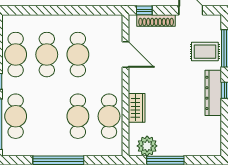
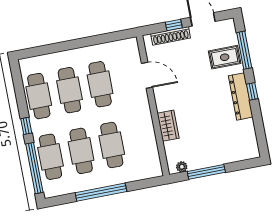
window: (144, 10) -> (174, 25), moved
cafe table: (109, 116) -> (81, 151), moved
plant: (147, 146) -> (182, 167), width x0.53, depth x0.53

